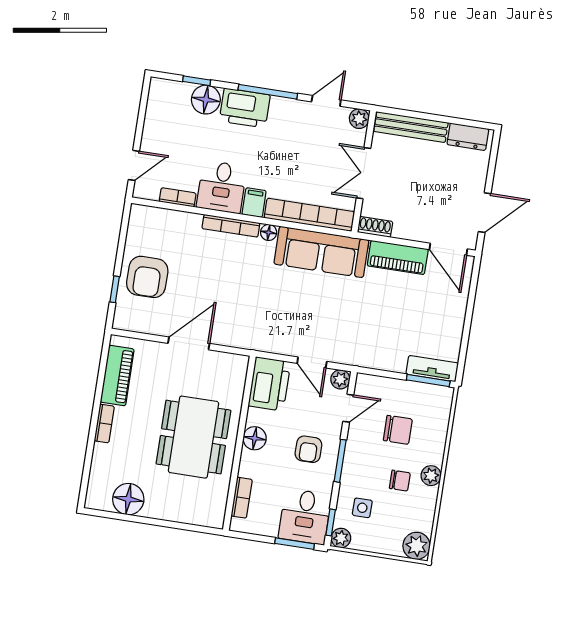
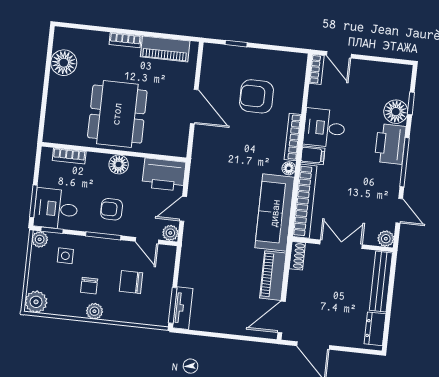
bookcase: (178, 197) -> (317, 69), moved
armchair: (147, 277) -> (256, 96), moved
chair: (398, 430) -> (131, 282), turned 90
dining table: (194, 437) -> (117, 114), turned 90

